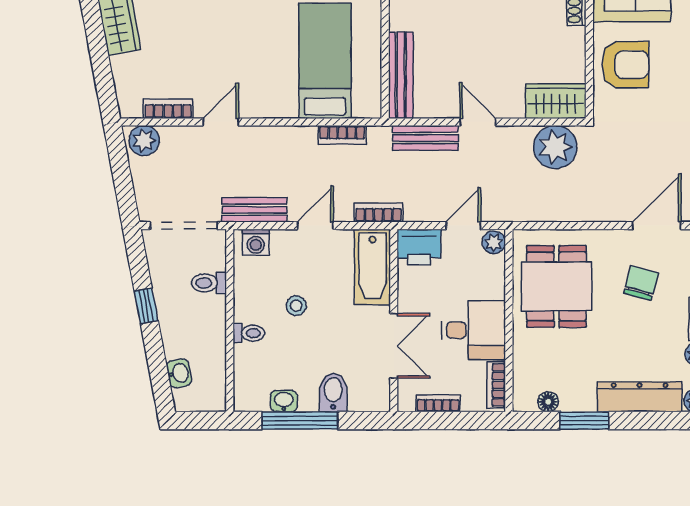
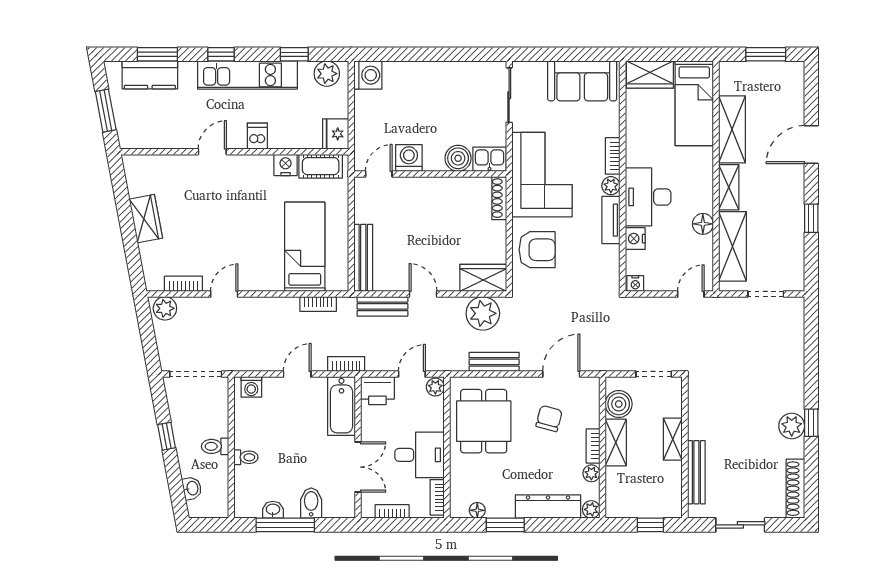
bench: (254, 210) -> (494, 362), moved
toilet: (209, 283) -> (215, 446), moved
stool: (296, 306) -> (282, 436), removed

